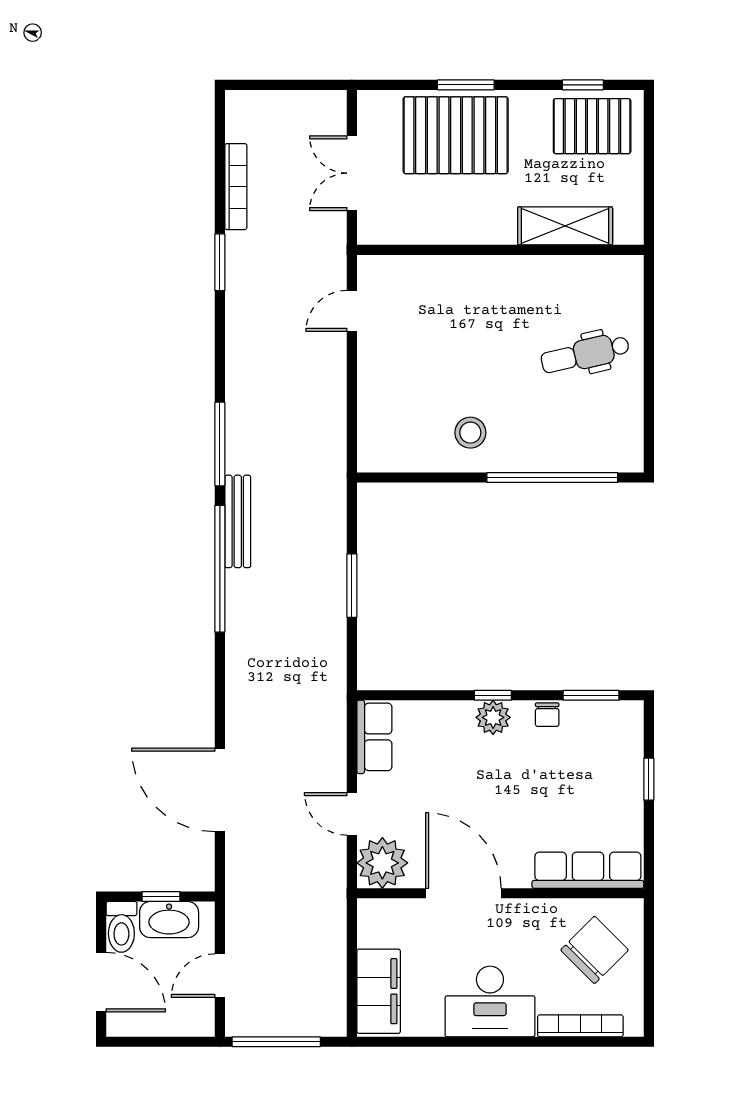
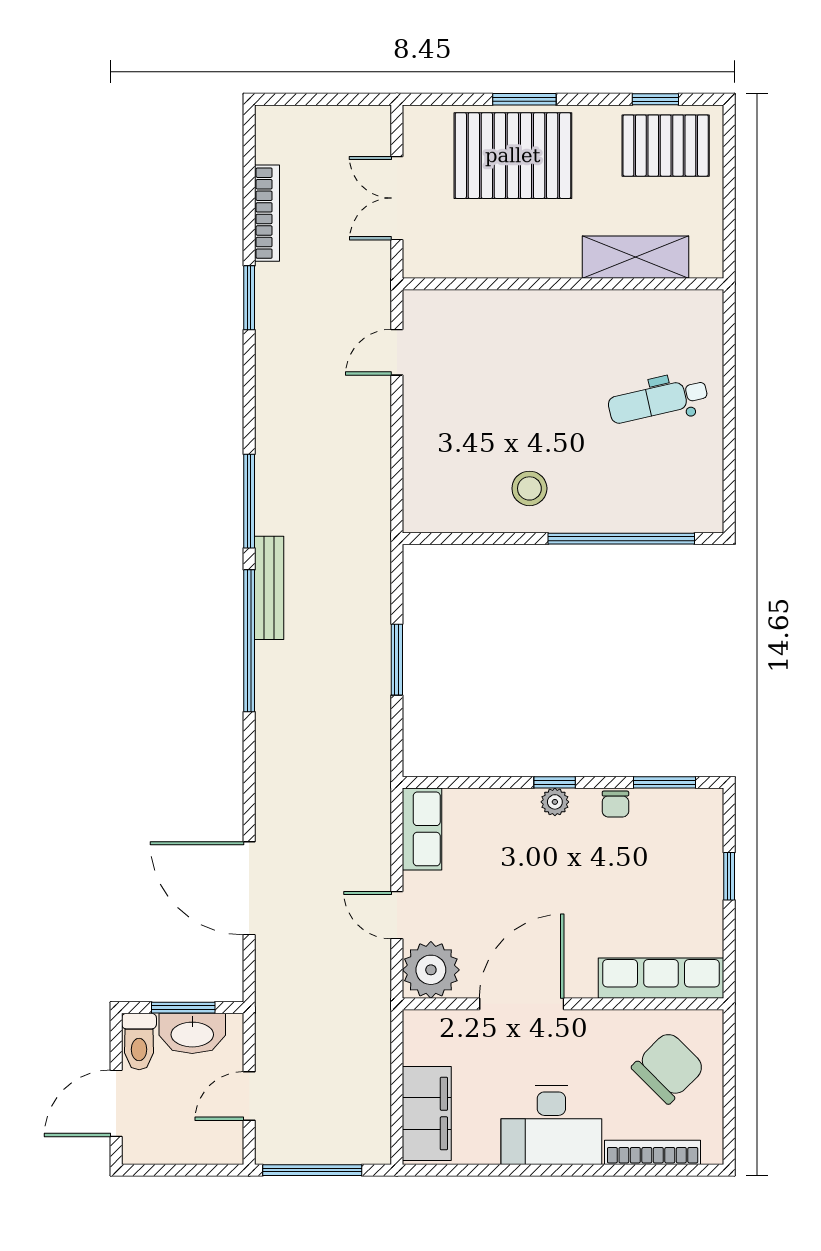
plant: (493, 717) -> (555, 802), width x0.73, depth x0.73
door: (463, 893) -> (522, 1004), hinge flipped
window: (161, 897) -> (183, 1008), width x1.50
door: (101, 982) -> (116, 1103), swing flipped

